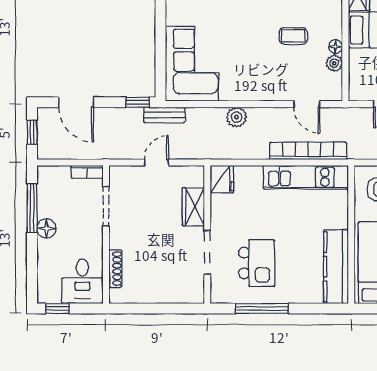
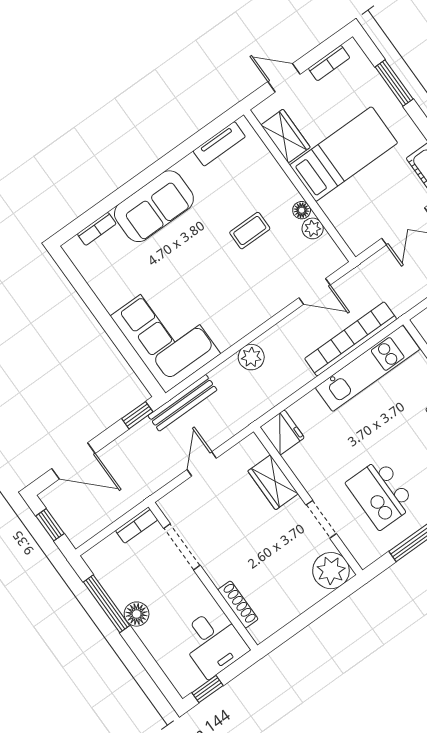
bench: (165, 115) -> (182, 403), width x1.36
doorway: (207, 252) -> (321, 519), width x0.73
kitchen island: (257, 263) -> (381, 494), turned 180
plant: (190, 289) -> (331, 571), added

